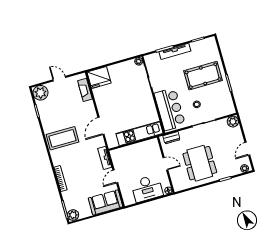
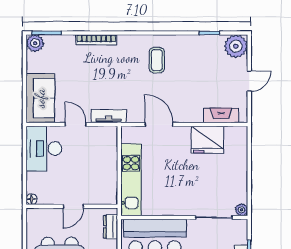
fridge: (99, 77) -> (207, 140), moved, turned -90
coffee table: (62, 138) -> (157, 60), width x0.54, depth x0.58
desk: (147, 188) -> (44, 149), moved

